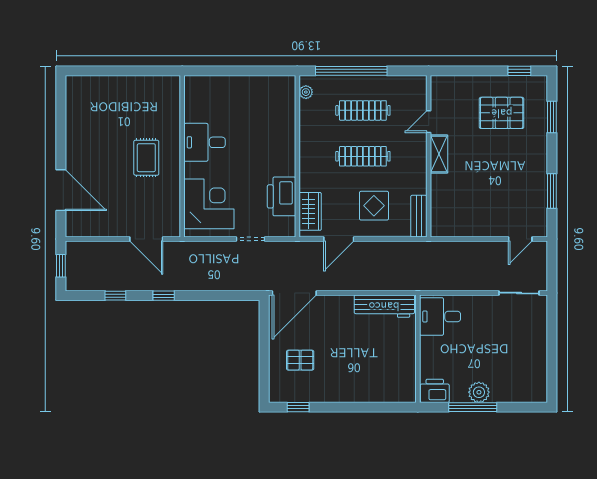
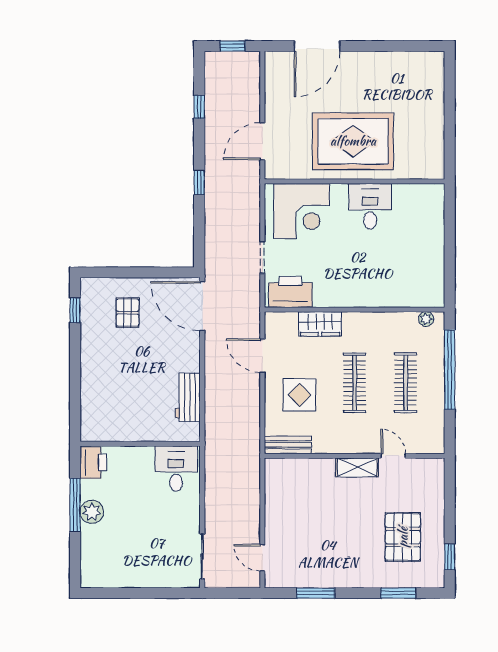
rug: (146, 158) -> (353, 141), width x1.86, depth x2.06
printer: (281, 196) -> (290, 292), moved
wardrobe: (310, 211) -> (320, 324), moved
window: (164, 296) -> (199, 182), moved
workbench: (384, 306) -> (188, 397), width x0.73

